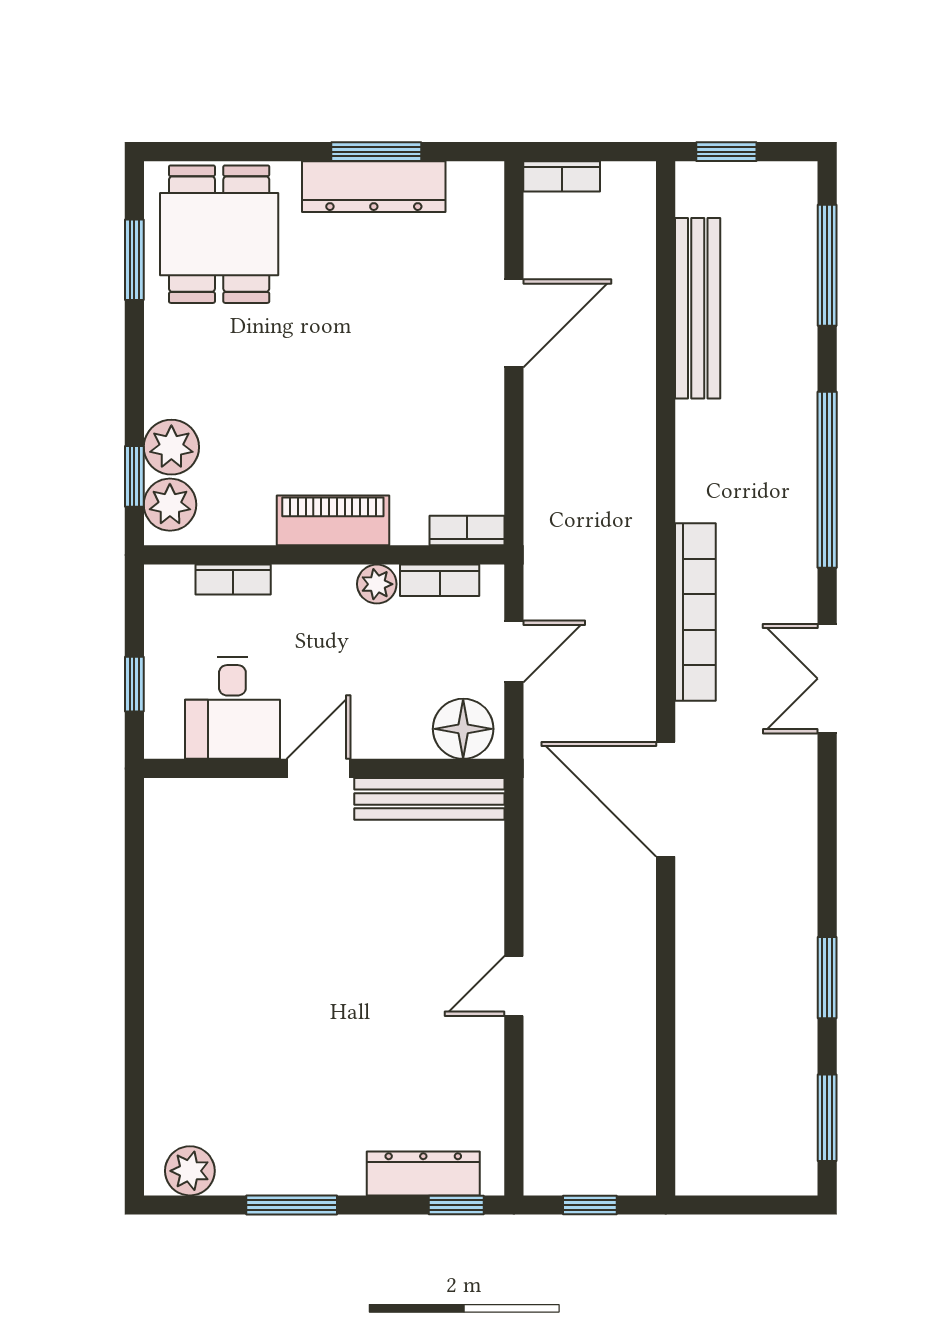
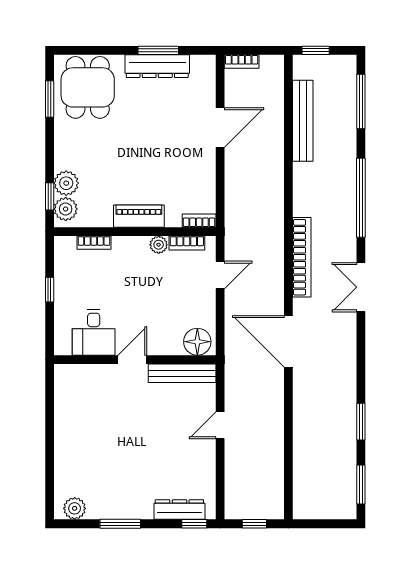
desk: (232, 708) -> (94, 332), moved
floor lamp: (463, 729) -> (197, 342), moved
door: (319, 768) -> (132, 360), moved
wall: (324, 768) -> (135, 360), moved
bench: (429, 799) -> (182, 373), moved

